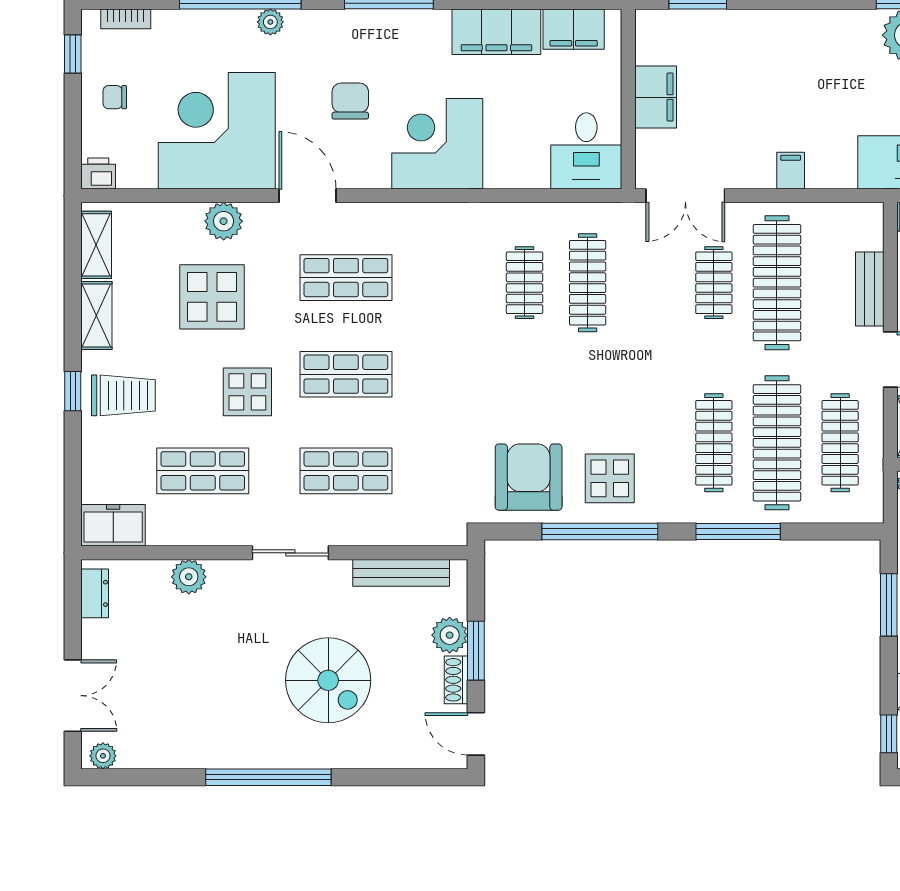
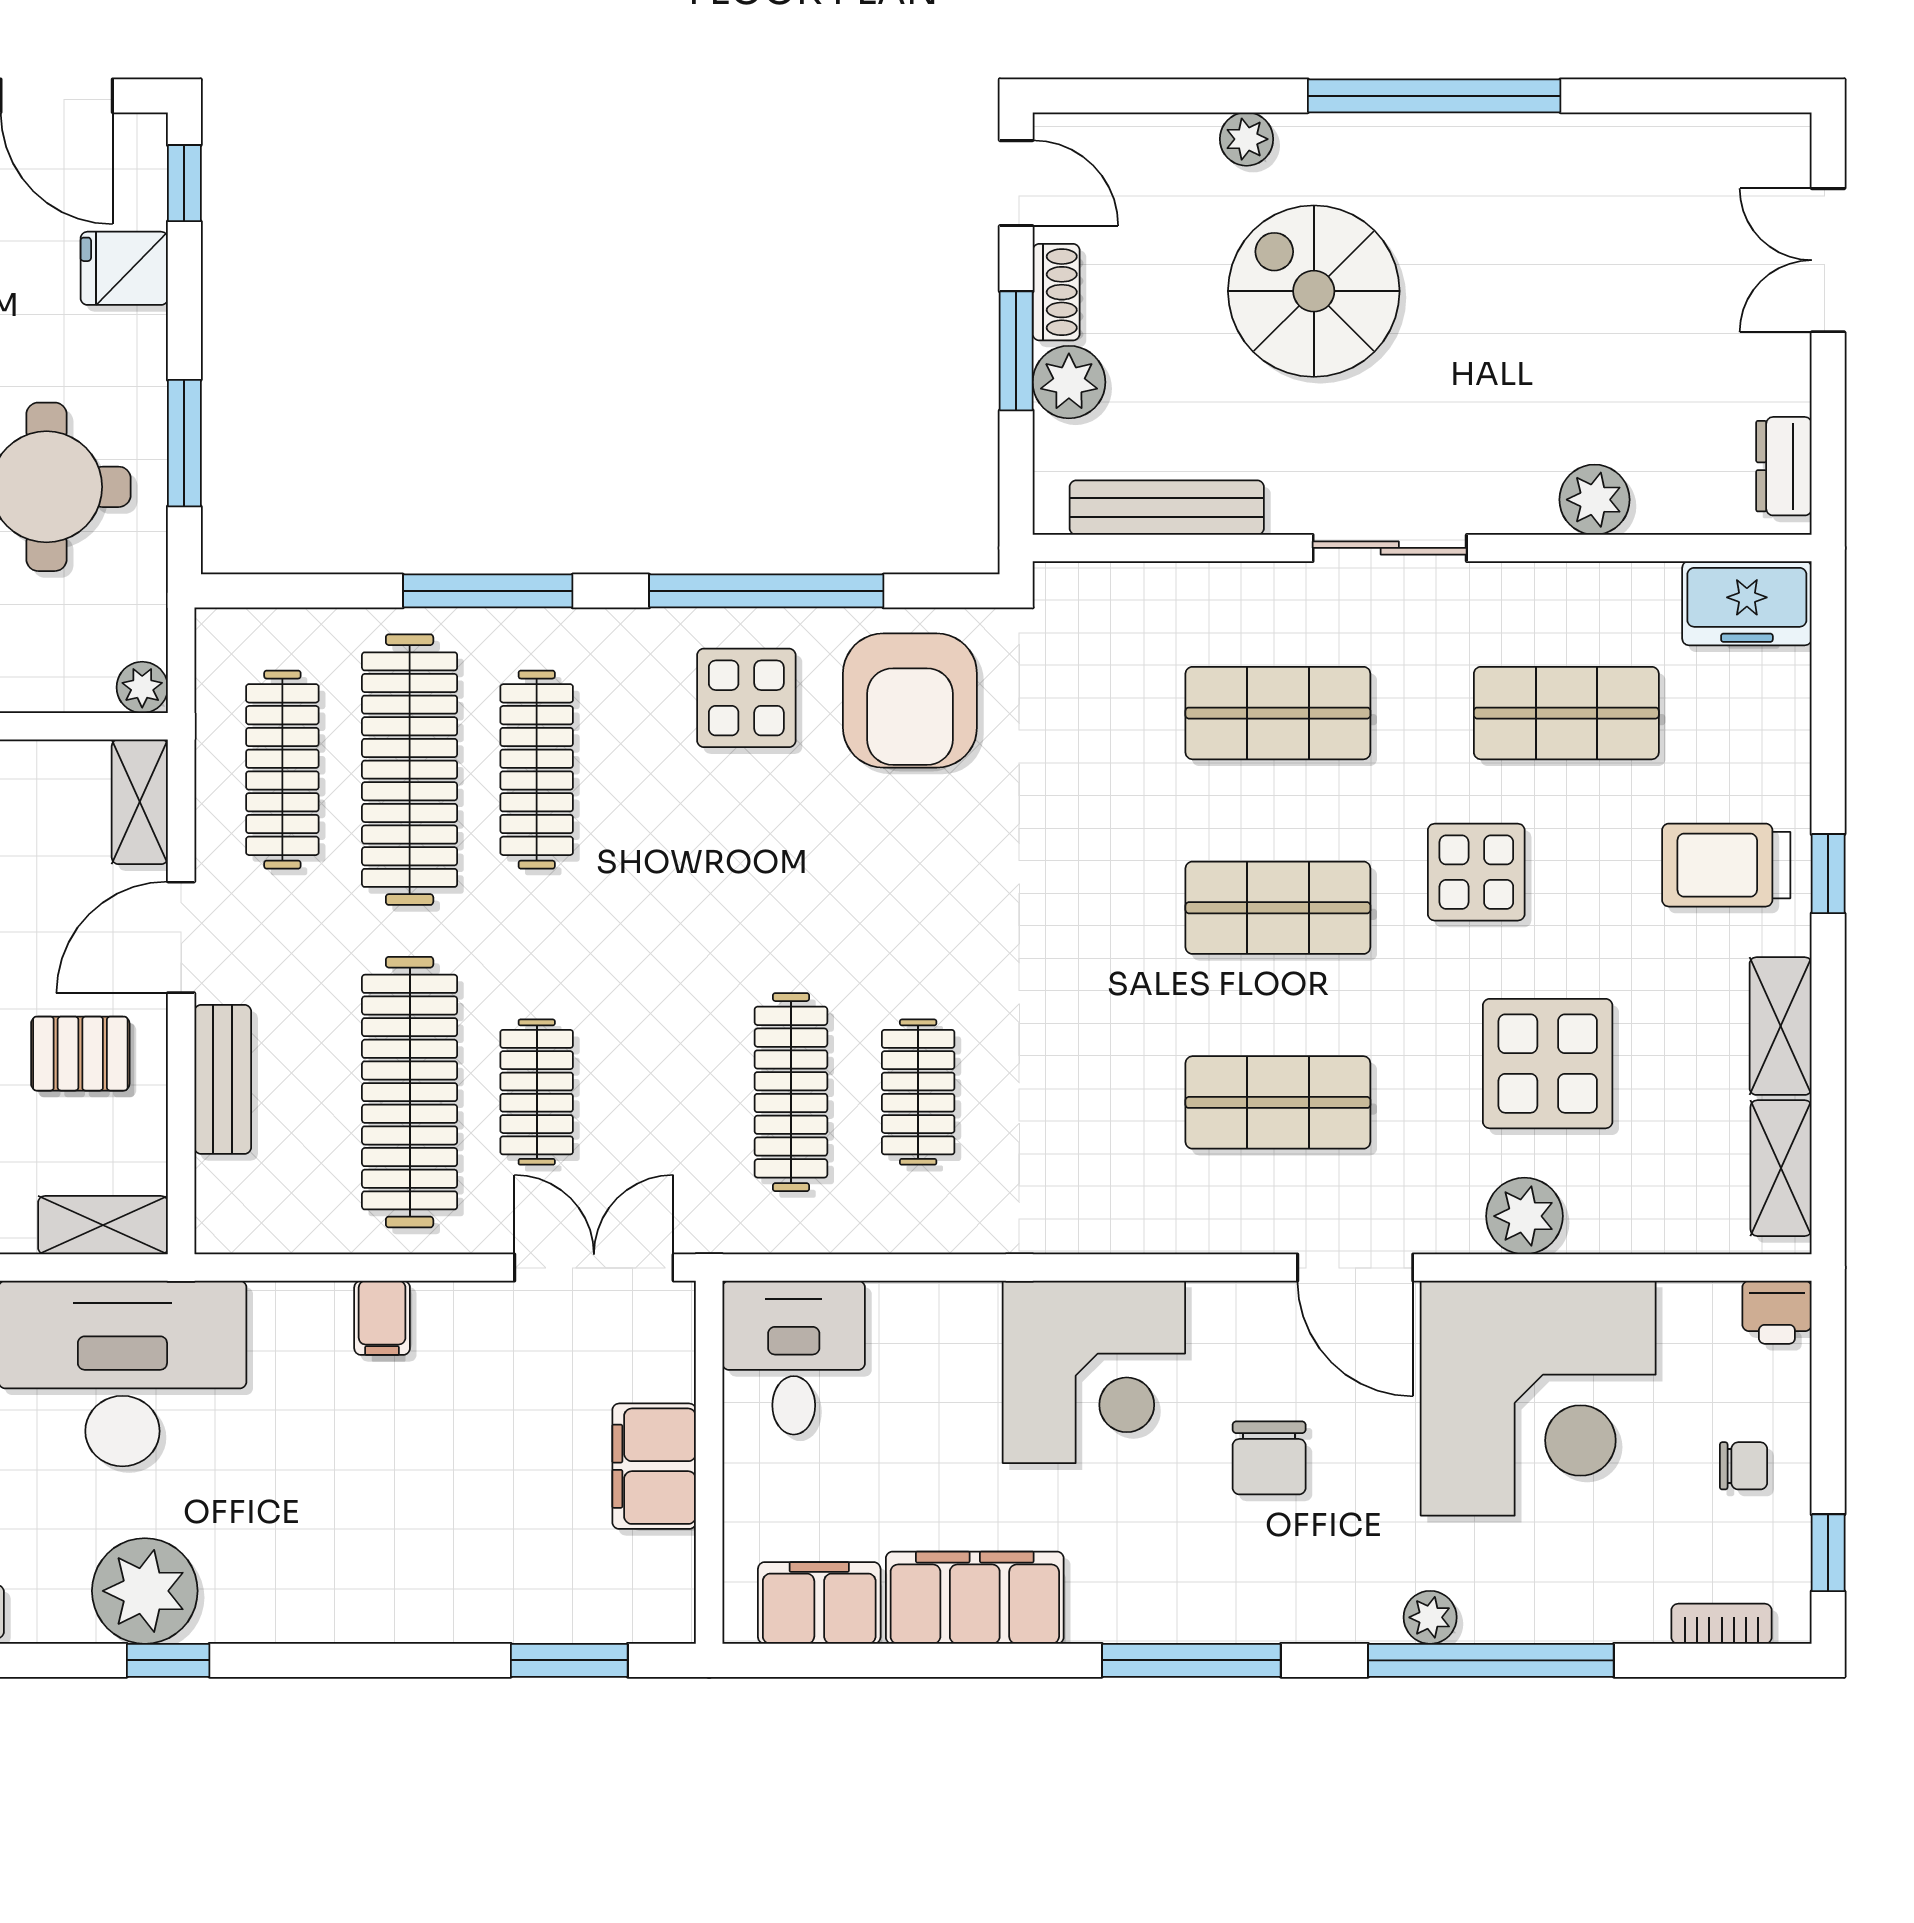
plant: (103, 756) -> (1246, 139), moved

